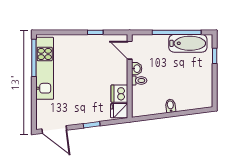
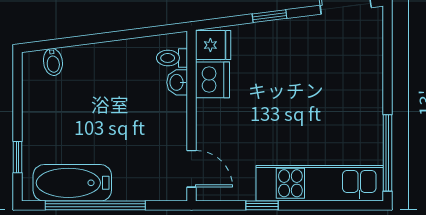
kitchen unit: (45, 68) -> (320, 183), moved, turned 90
washbasin: (137, 69) -> (177, 82), moved
toilet: (139, 80) -> (172, 58), moved
bidet: (170, 106) -> (53, 62), moved

